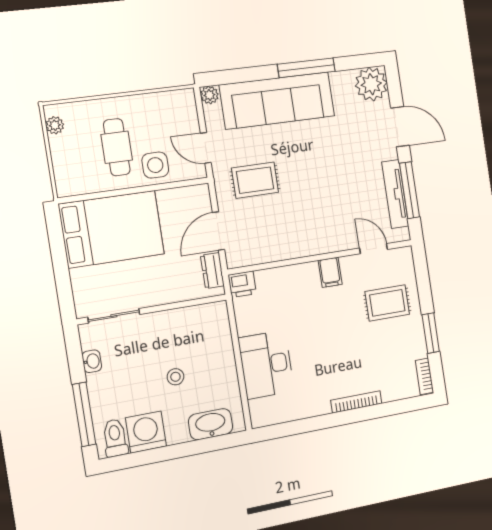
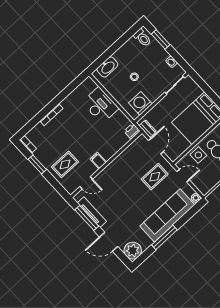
window: (84, 414) -> (161, 39), width x0.69
washing machine: (146, 432) -> (140, 103), moved, turned 180

